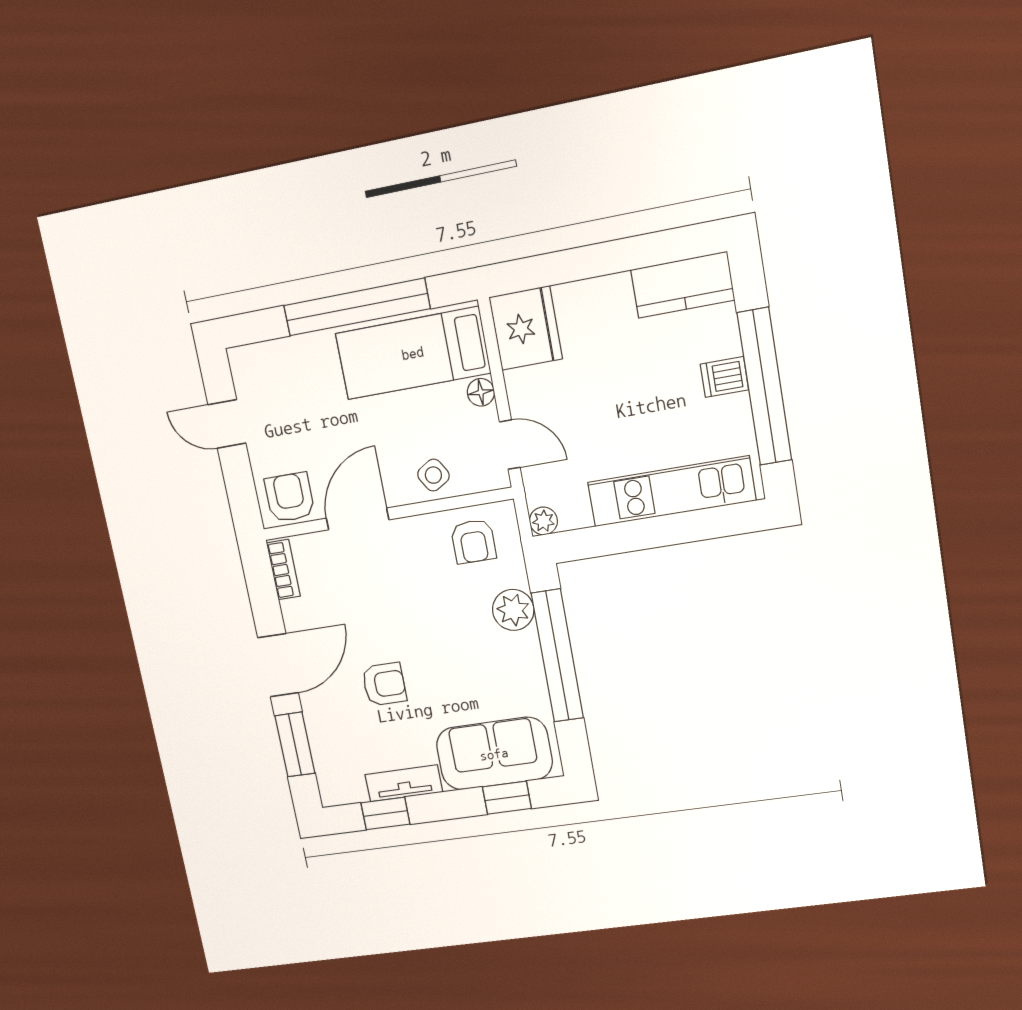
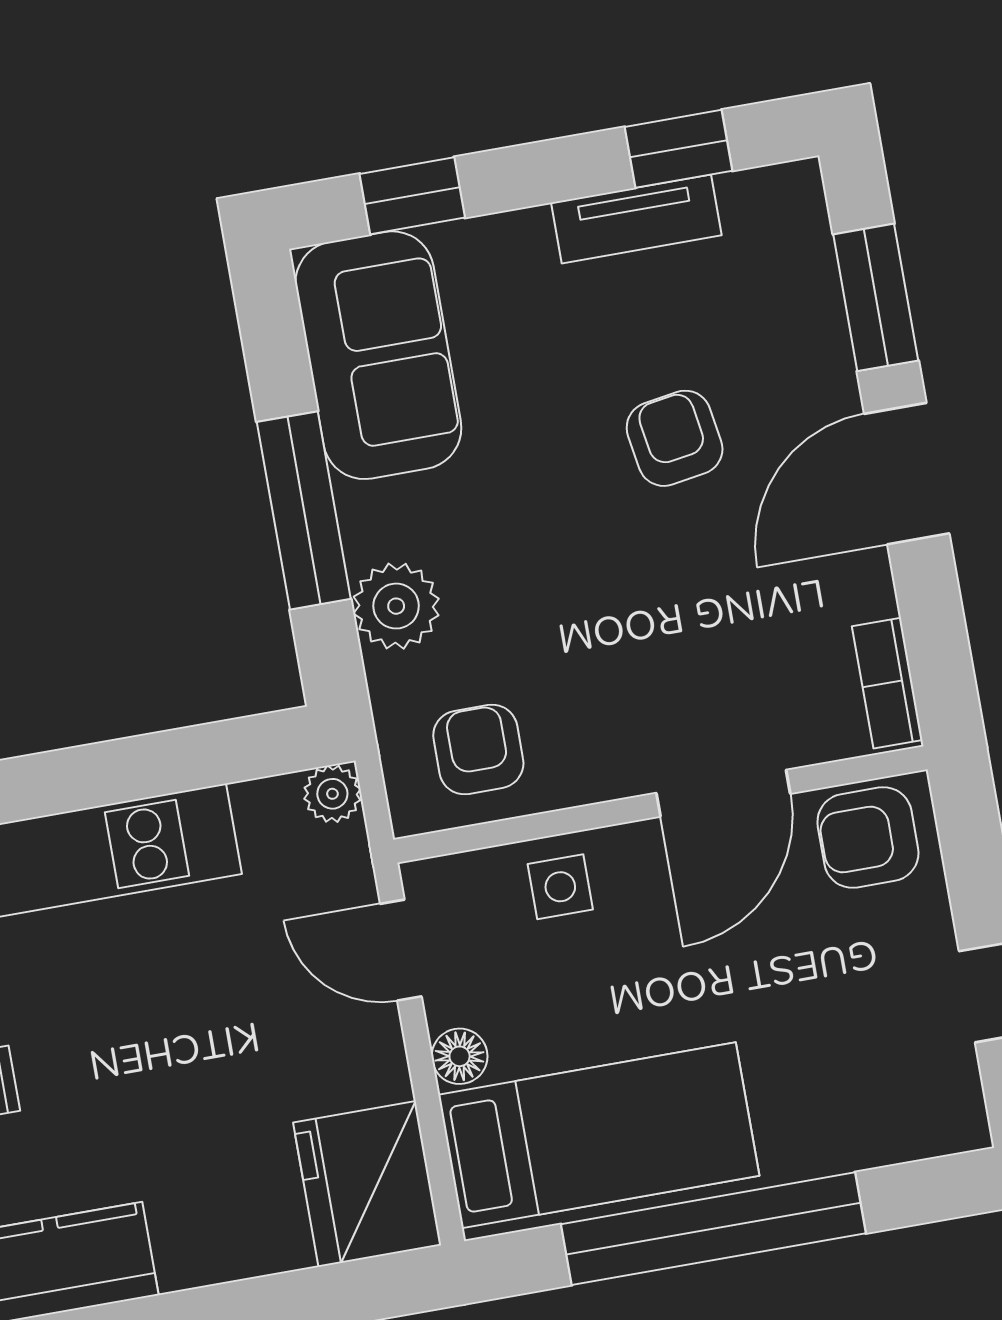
side table: (433, 475) -> (560, 887), turned 31
armchair: (290, 497) -> (868, 838), turned 90
window: (557, 656) -> (304, 510), width x0.68
armchair: (384, 684) -> (675, 438), turned 81
sofa: (494, 754) -> (378, 355), moved, turned -90

